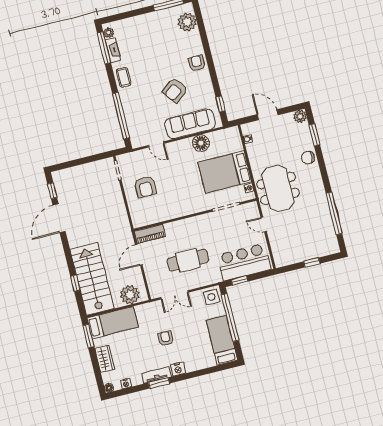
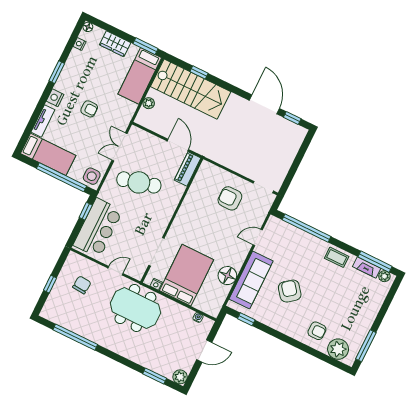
armchair: (197, 63) -> (317, 331), moved
chair: (308, 158) -> (82, 285), moved
cafe table: (188, 260) -> (139, 182), turned 76
plant: (130, 295) -> (149, 103), width x0.53, depth x0.53
tv unit: (156, 375) -> (43, 121), moved

